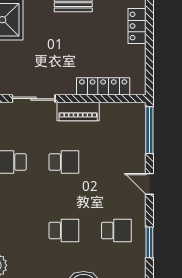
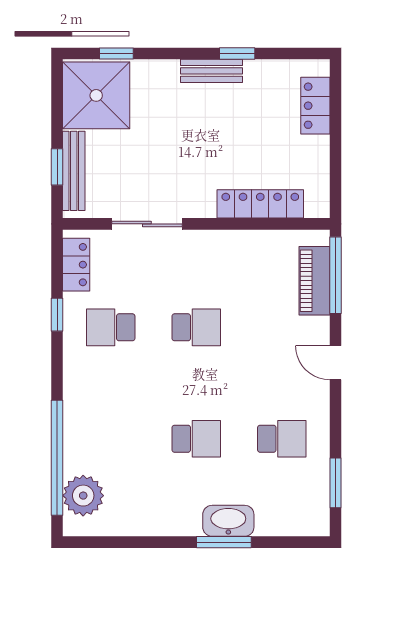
piano: (78, 111) -> (314, 281), moved, turned 90
window: (149, 242) -> (335, 483), moved

